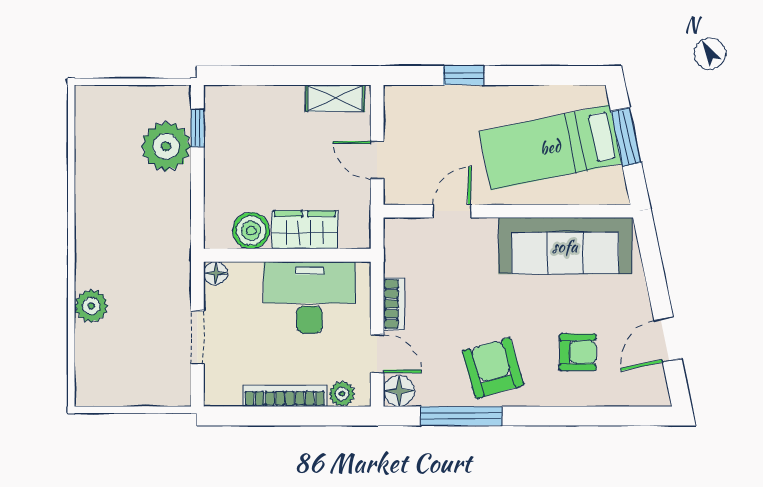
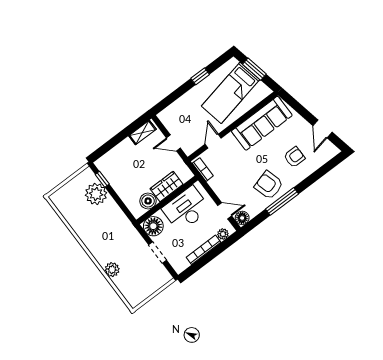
window: (464, 75) -> (200, 76), moved
floor lamp: (216, 273) -> (153, 226), width x1.89, depth x1.89
bookcase: (394, 304) -> (203, 170), moved
window: (461, 416) -> (282, 201), moved

